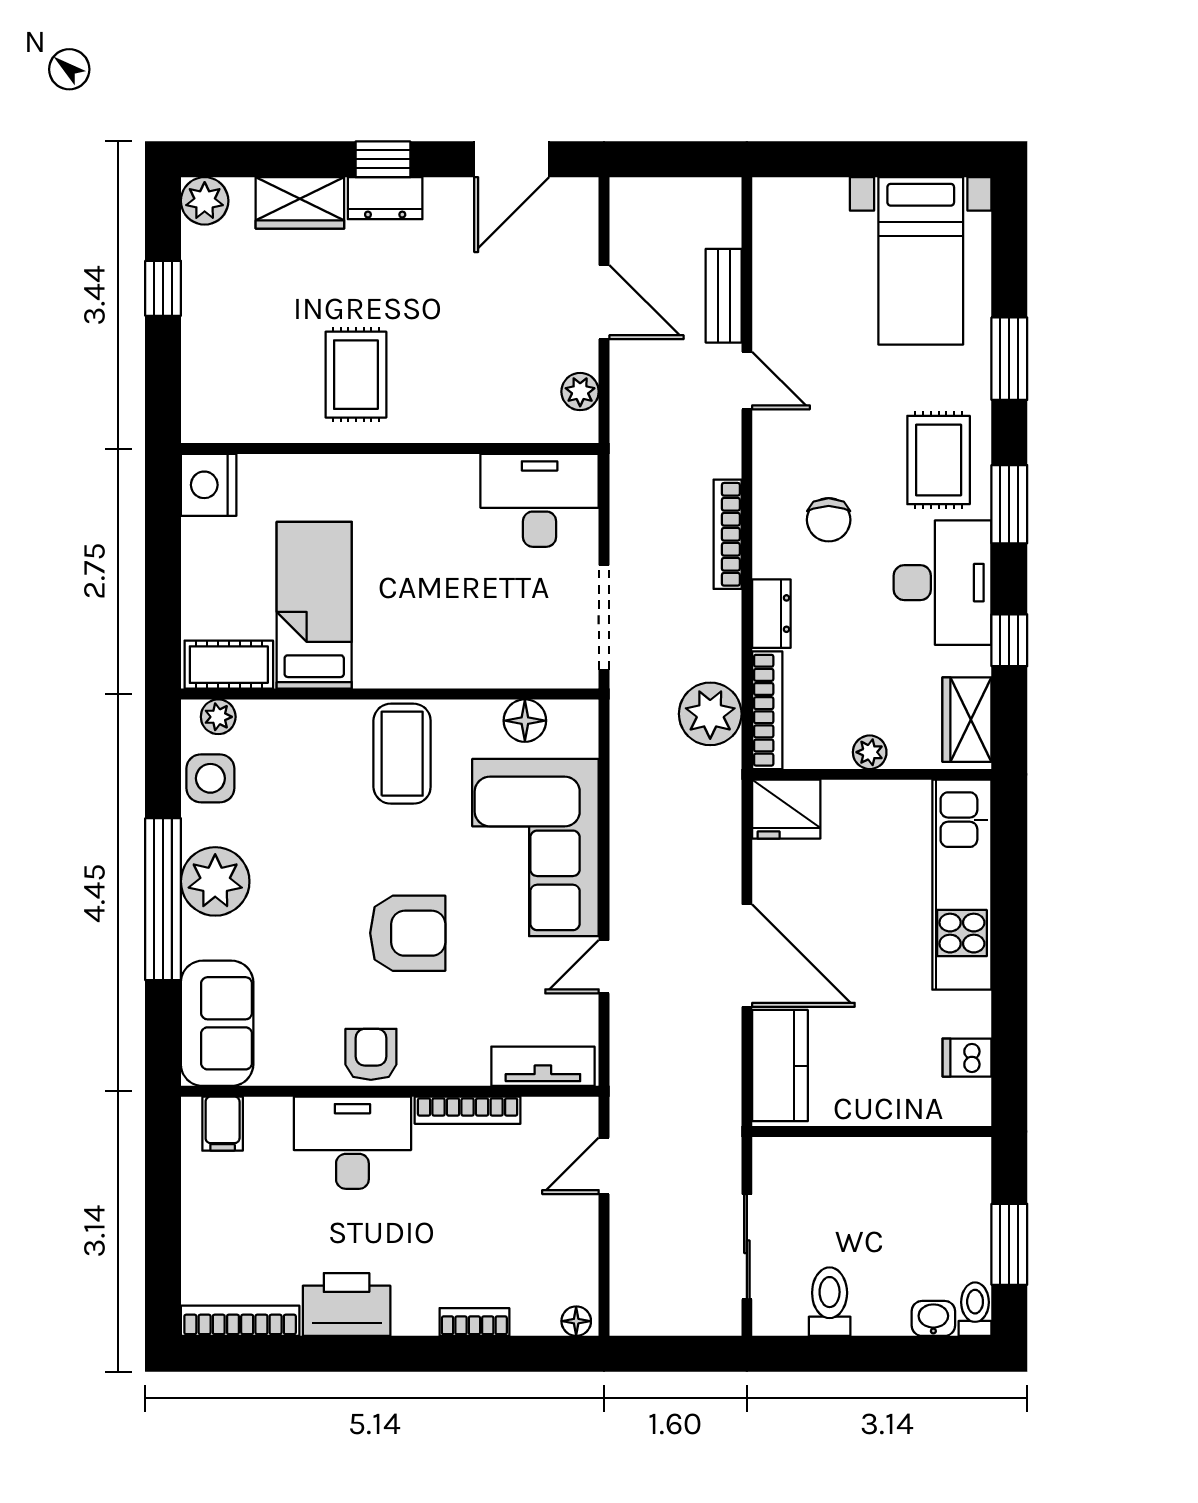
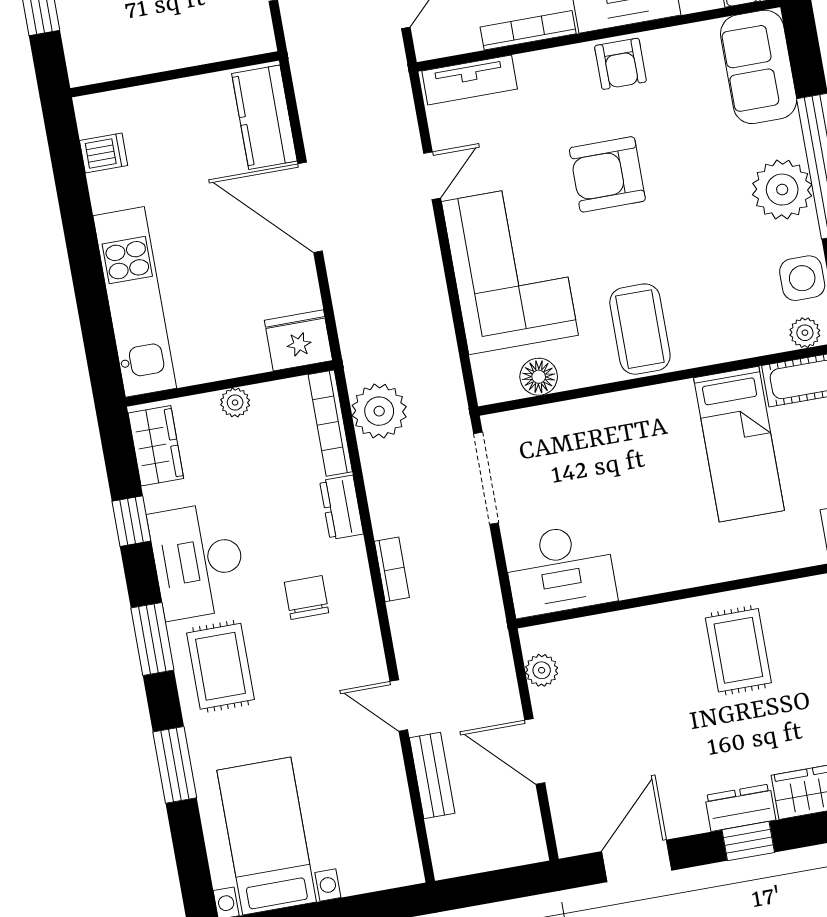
bookcase: (728, 534) -> (392, 569), width x0.64

